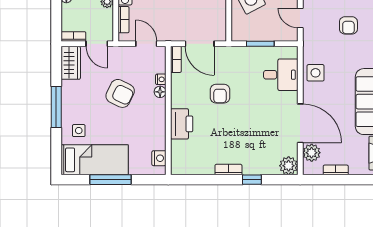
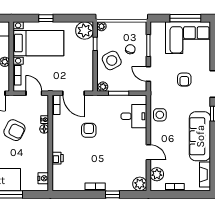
plant: (239, 35) -> (103, 87), added
armchair: (220, 94) -> (89, 130), turned 180
door: (300, 123) -> (148, 152), width x0.53
printer: (182, 124) -> (58, 158), width x0.53, depth x0.68

